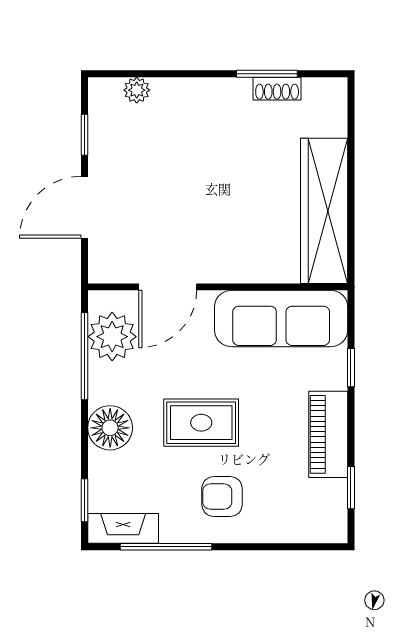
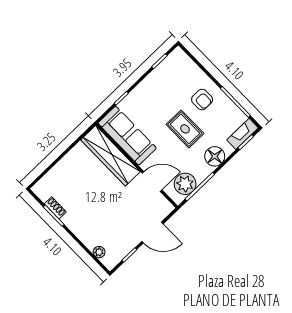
wardrobe: (324, 211) -> (110, 156), moved, turned 90
piano: (328, 434) -> (149, 85), removed
fireplace: (123, 528) -> (243, 134), moved, turned 90

